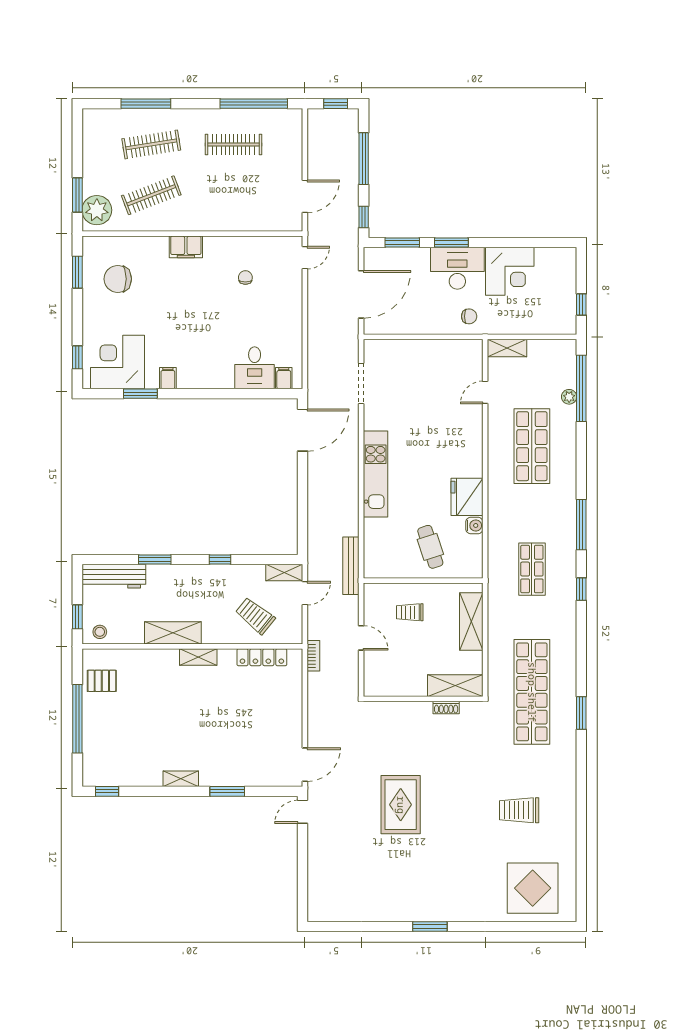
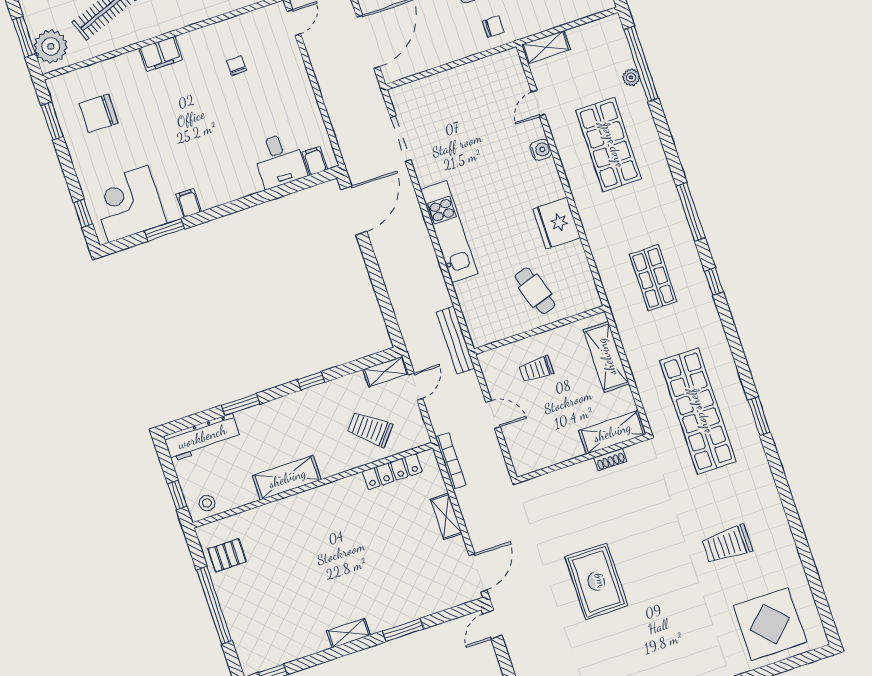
water cooler: (474, 525) -> (541, 150), moved
bookcase: (313, 656) -> (451, 461), width x1.56
shelving: (198, 657) -> (446, 516), moved, turned 90

